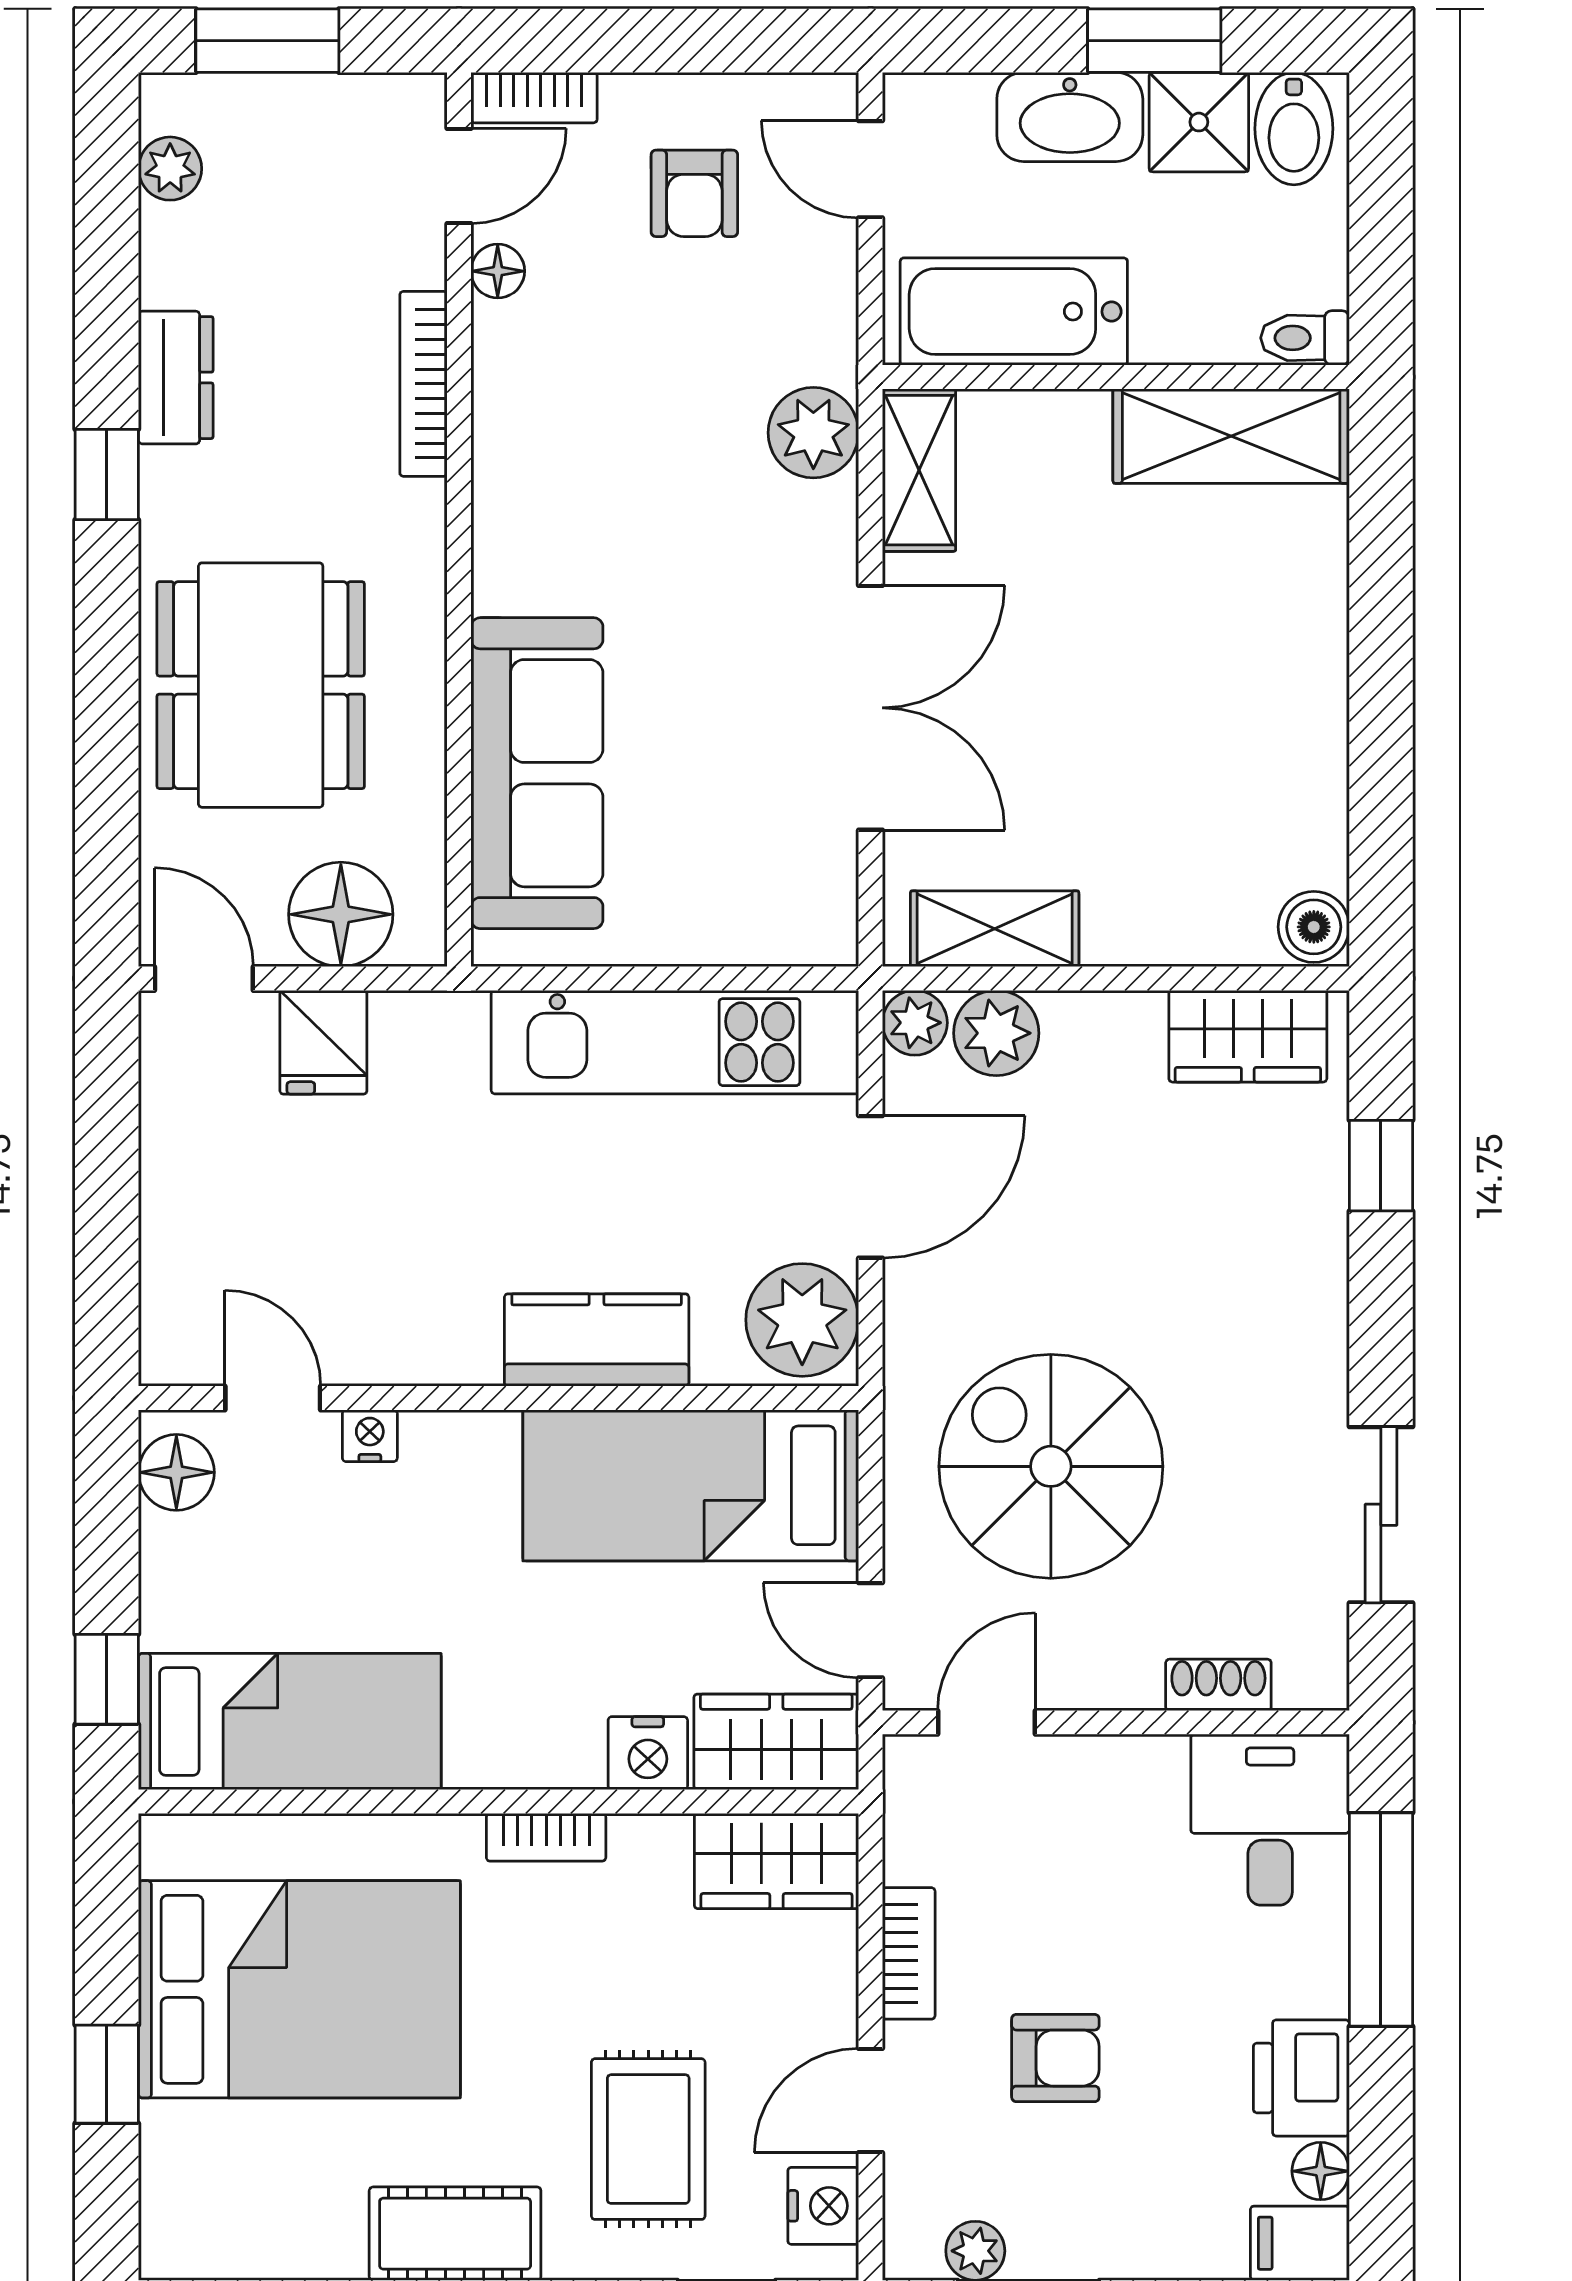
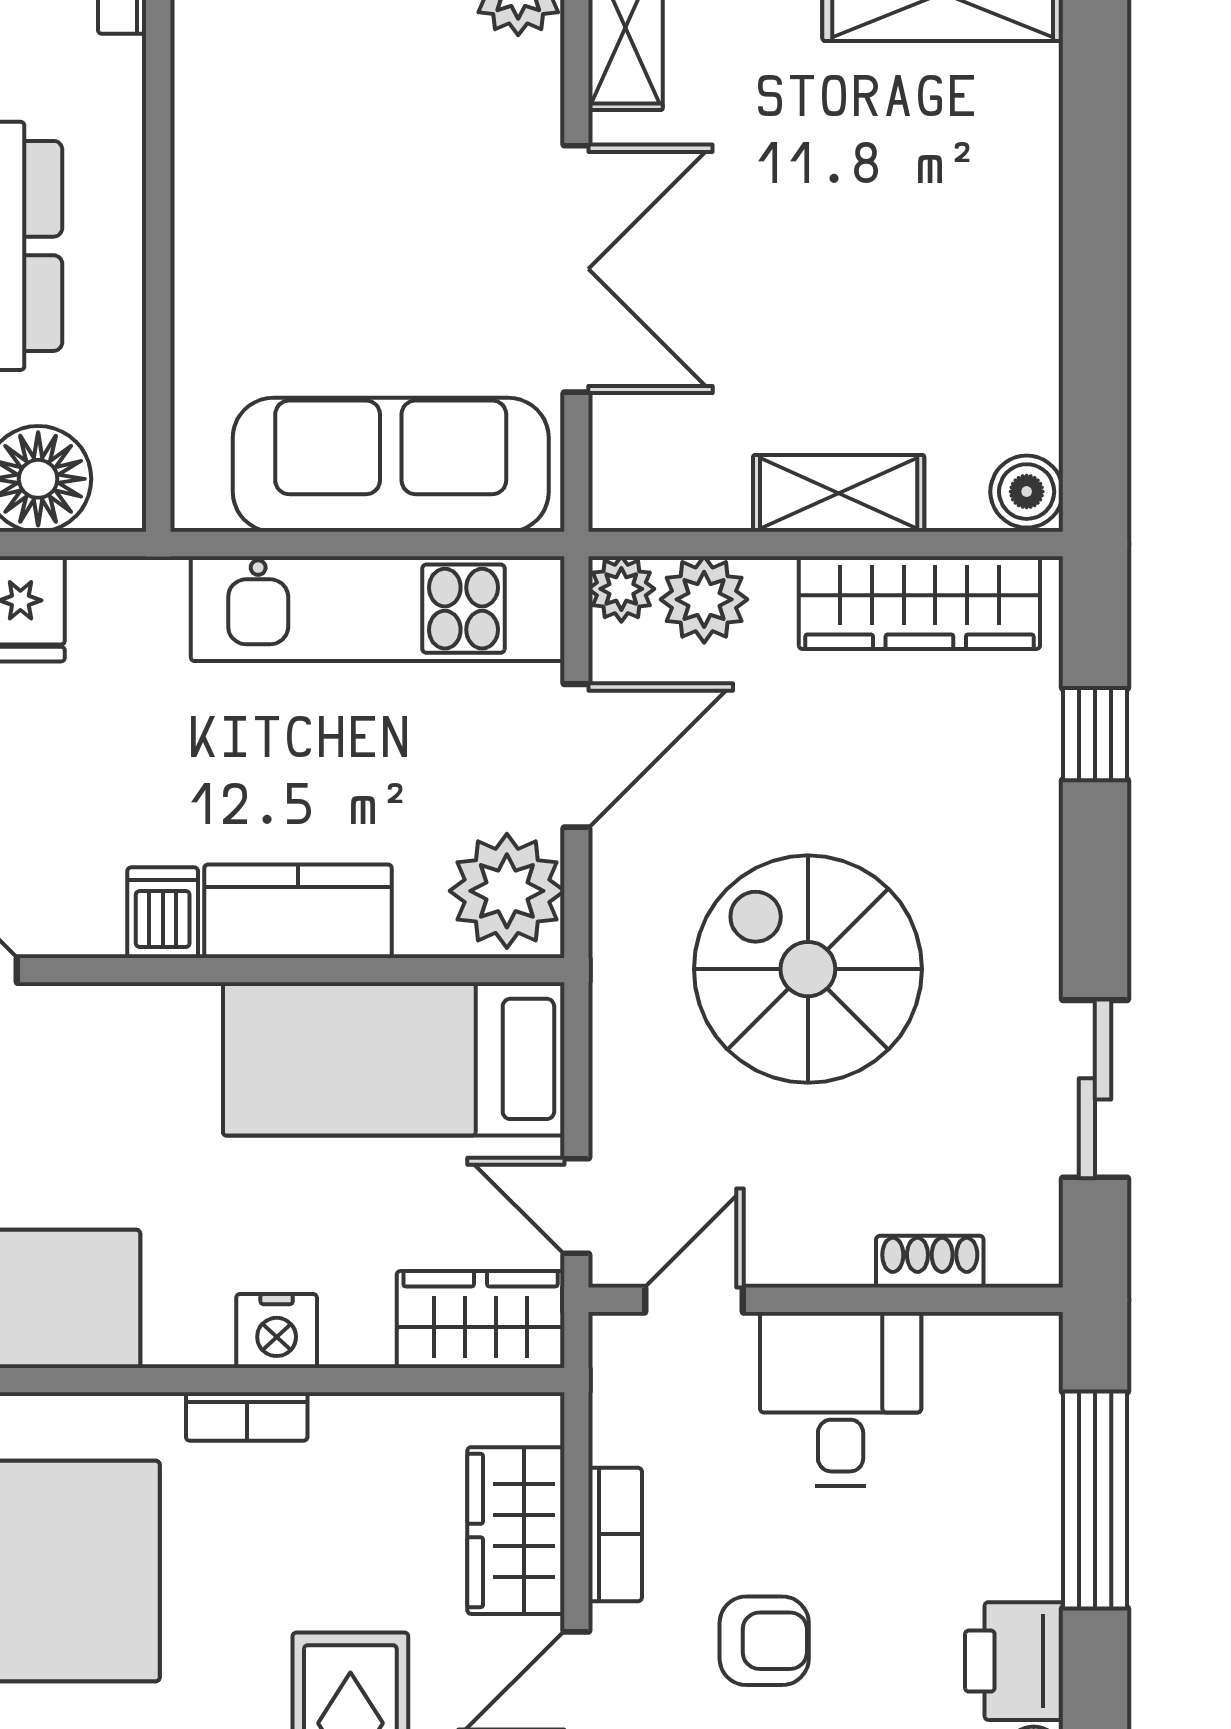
sofa: (537, 773) -> (391, 465), moved, turned -90
shelving: (995, 929) -> (839, 493), moved
wardrobe: (1248, 1036) -> (919, 603), width x1.50
dishwasher: (463, 1341) -> (163, 913), added
nightstand: (370, 1436) -> (68, 1009), removed
spiral stairs: (1051, 1466) -> (808, 969), moved
nightstand: (648, 1753) -> (277, 1331), moved
desk: (1270, 1820) -> (841, 1399), moved
wardrobe: (776, 1861) -> (516, 1531), moved, turned 90

